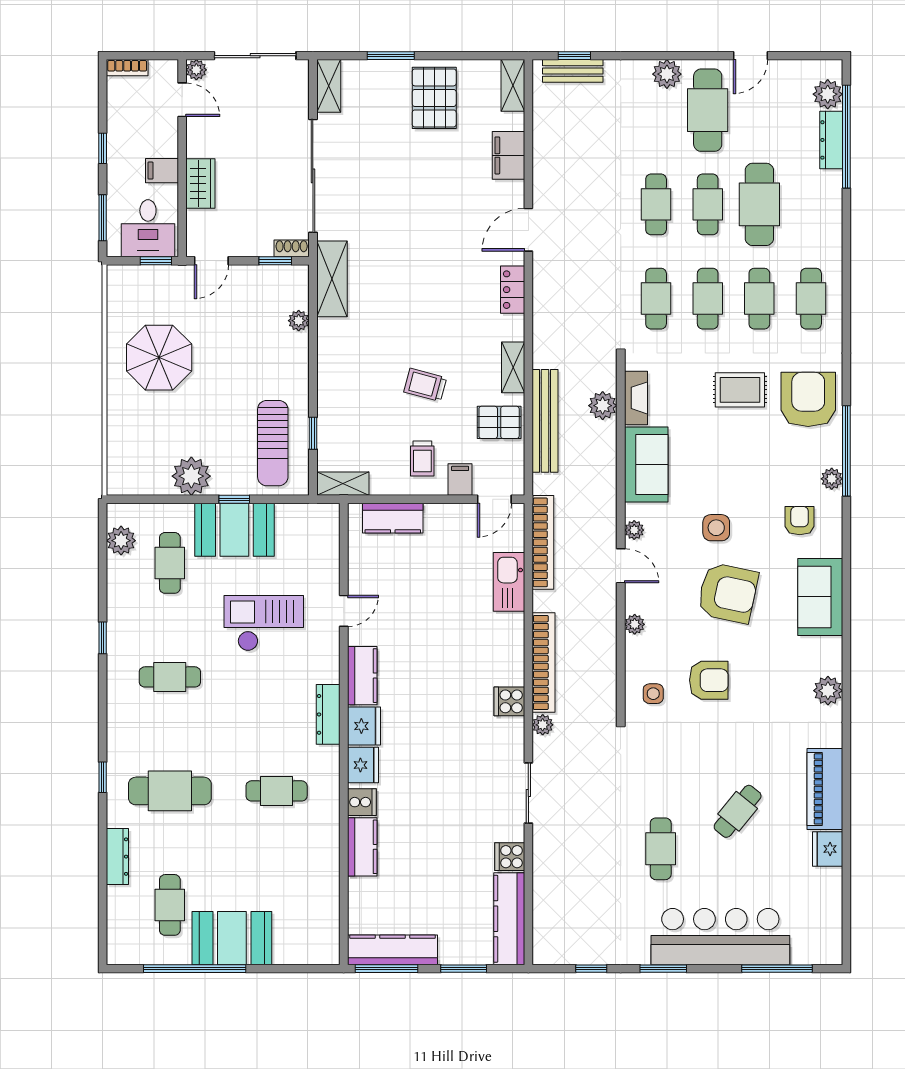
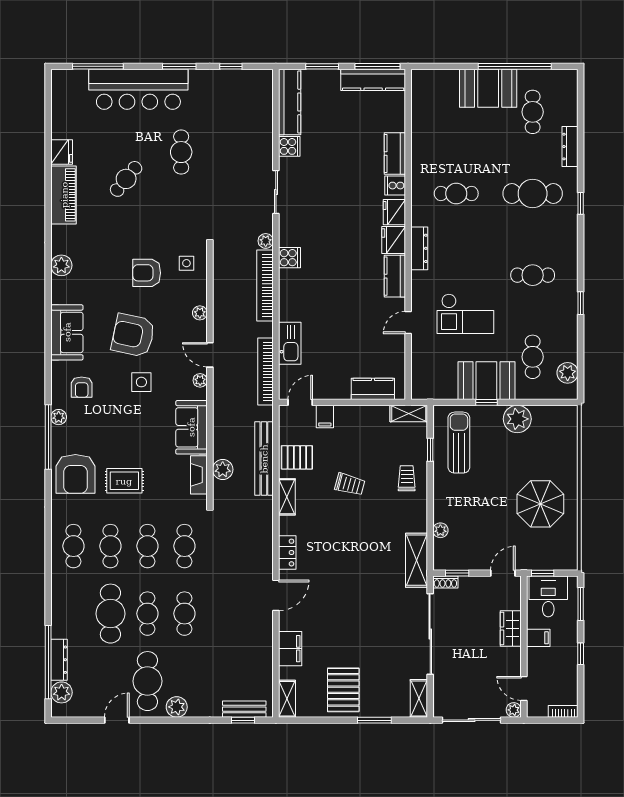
trolley: (422, 459) -> (407, 478), moved

